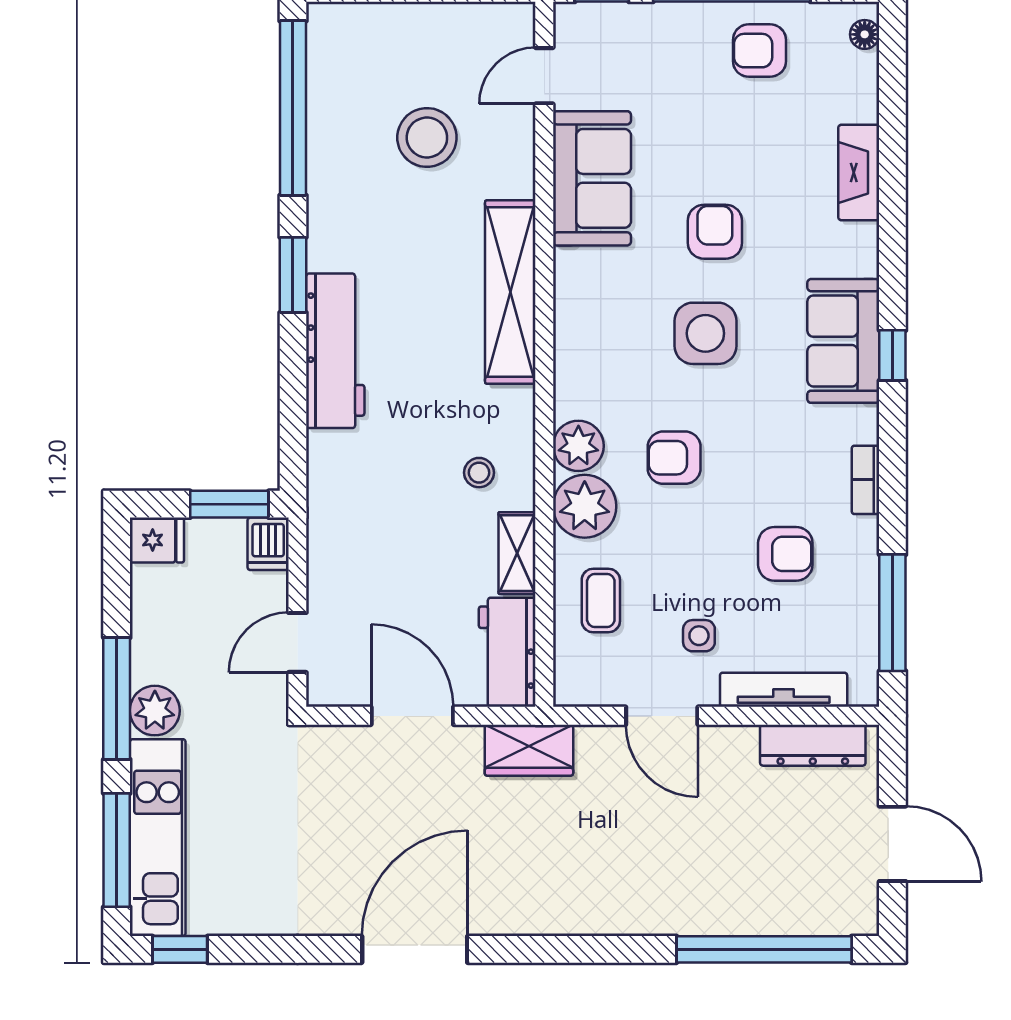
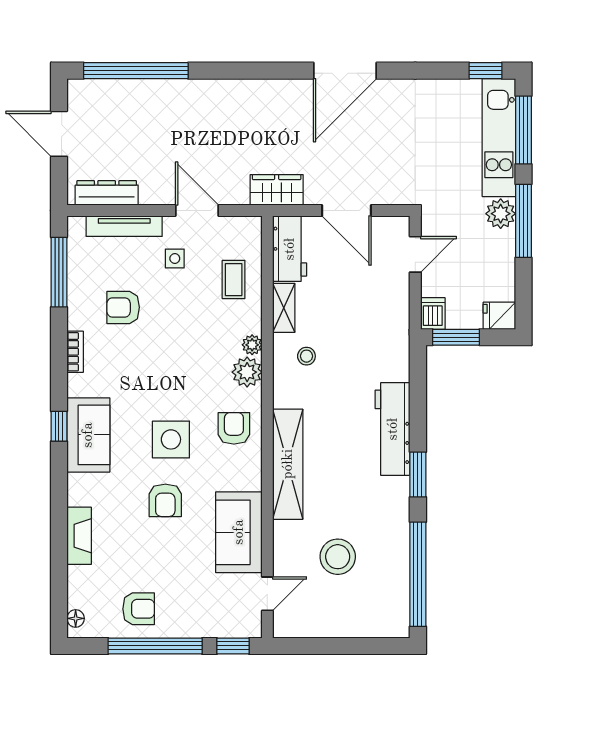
armchair: (674, 458) -> (234, 428), moved, turned -90
plant: (585, 506) -> (252, 345), width x0.53, depth x0.53

